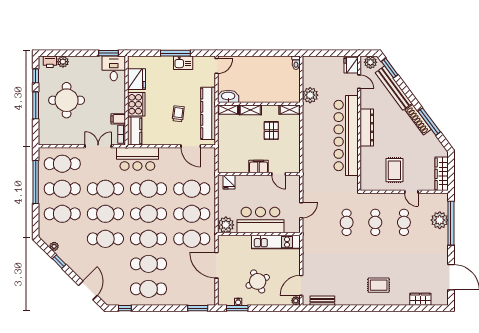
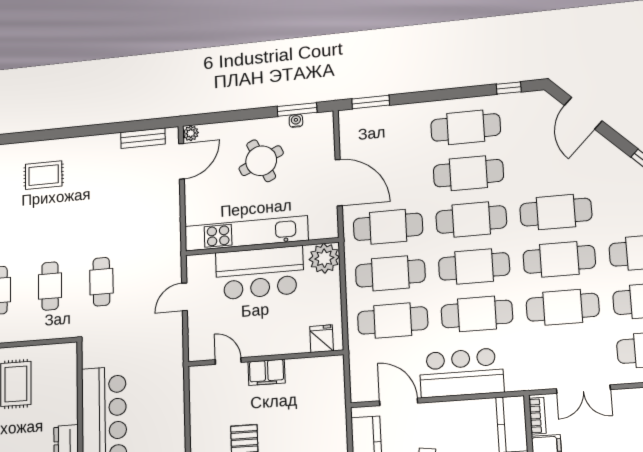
bar counter: (137, 159) -> (461, 373), moved
kitchen unit: (276, 242) -> (246, 233), width x1.36

